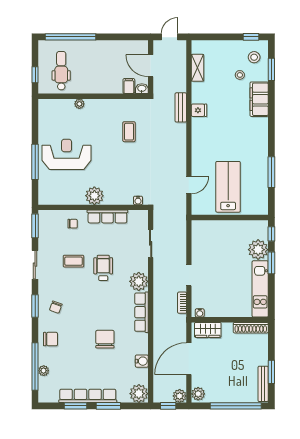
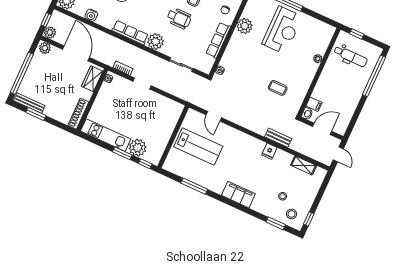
filing cabinet: (259, 99) -> (238, 195), moved
plant: (94, 196) -> (245, 26), moved

